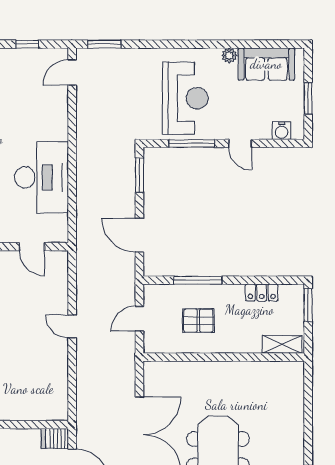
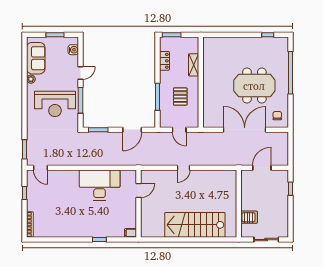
reception desk: (185, 98) -> (55, 104), turned 180
shelving: (282, 344) -> (194, 65), moved
server rack: (55, 438) -> (247, 177), removed

